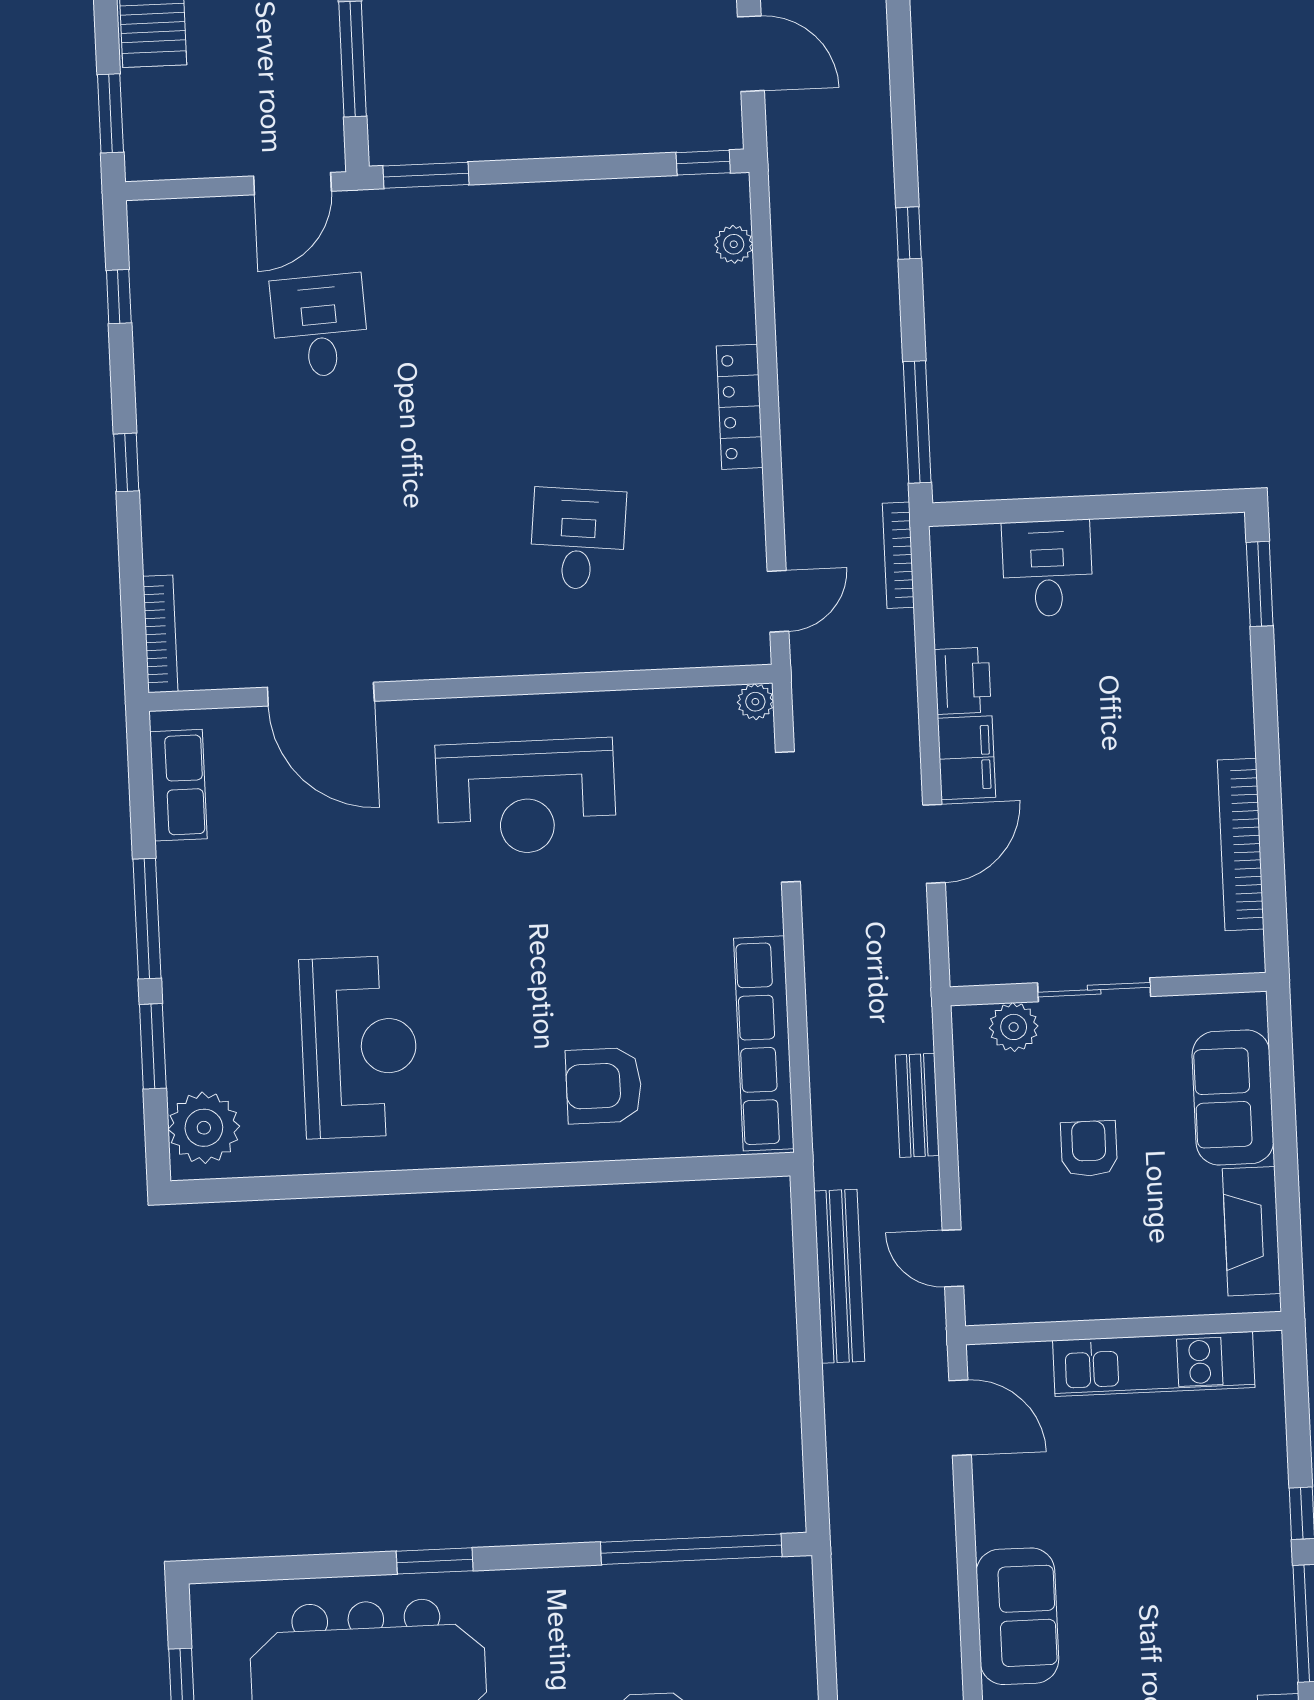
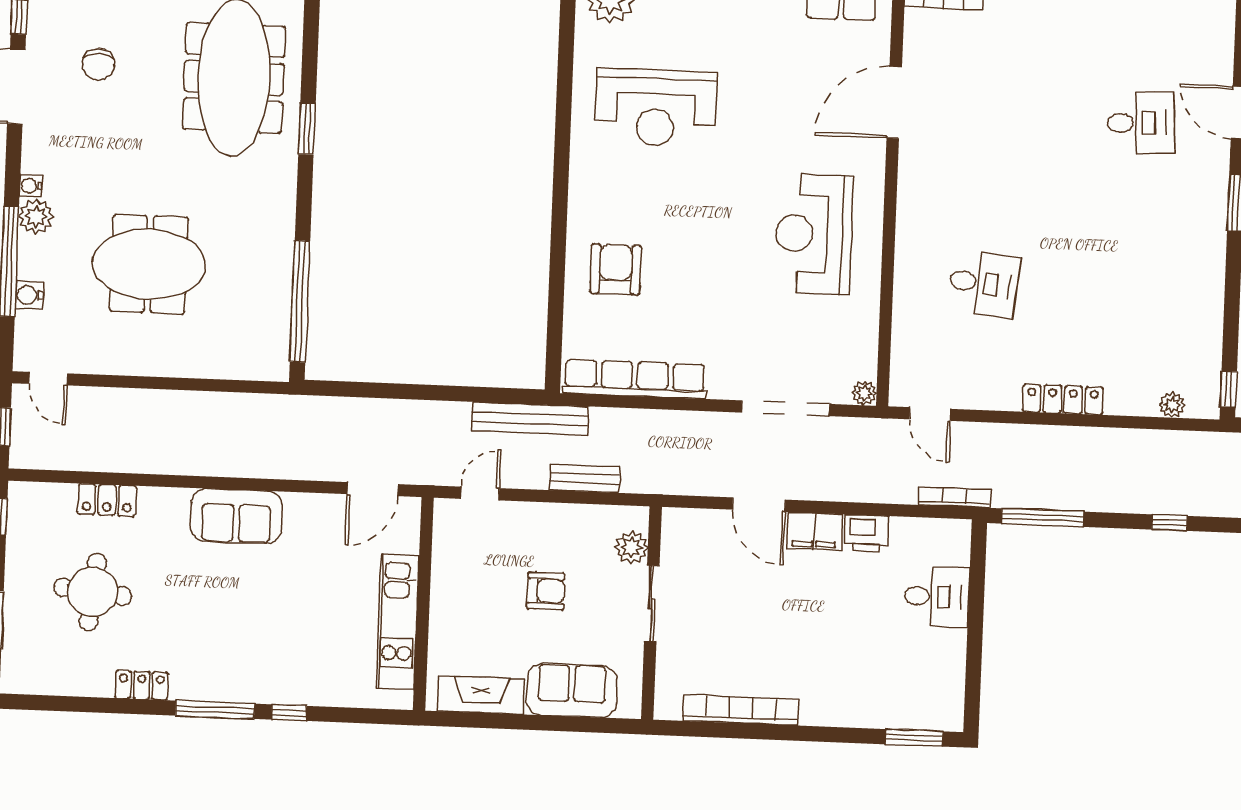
bench: (839, 1276) -> (530, 419), moved

